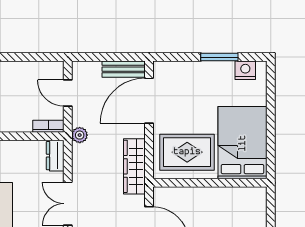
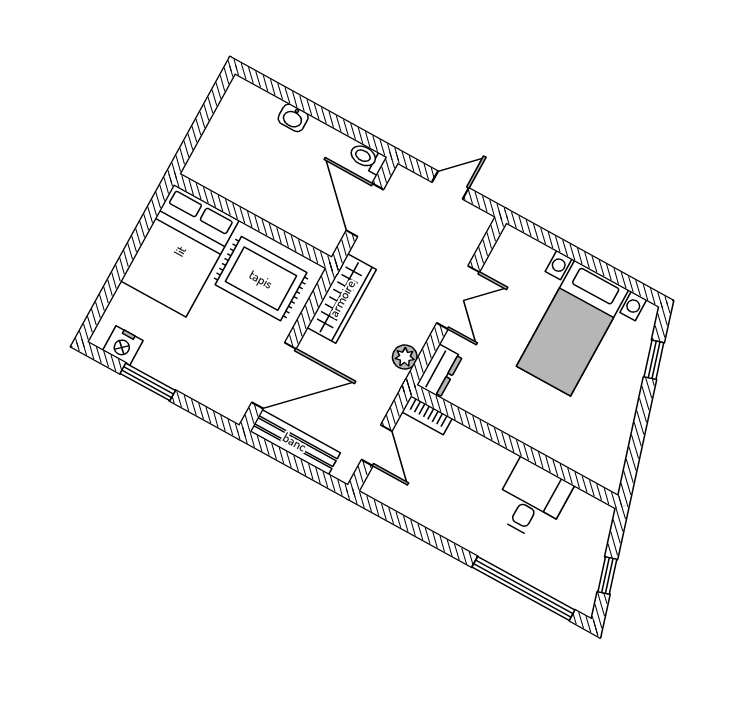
bench: (124, 69) -> (295, 442), width x1.36
plant: (80, 135) -> (405, 357), moved

